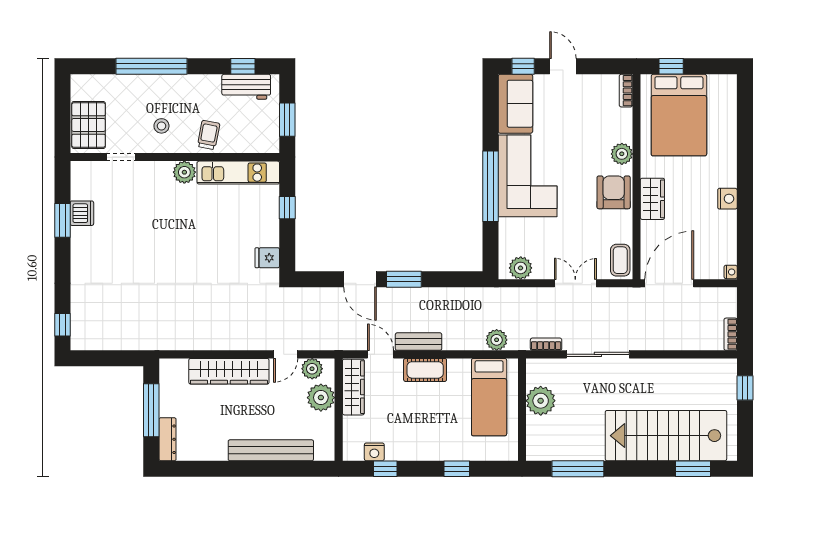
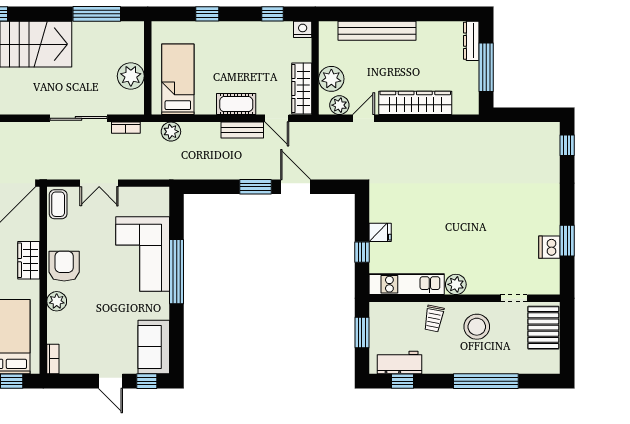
stool: (161, 126) -> (477, 327), width x1.89, depth x1.89
corner sofa: (528, 176) -> (143, 254), moved
armchair: (614, 192) -> (64, 266), turned 180
fridge: (267, 258) -> (380, 232), moved
plant: (521, 268) -> (149, 197), removed
nightstand: (374, 452) -> (303, 29), moved

